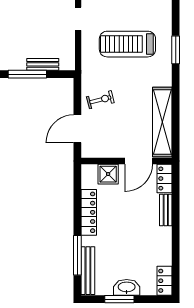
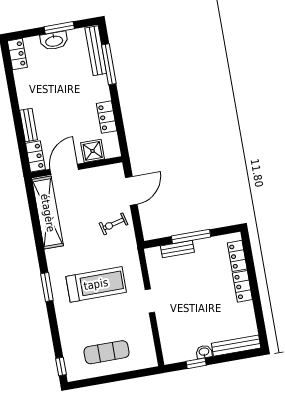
locker: (89, 212) -> (107, 117), width x0.66

